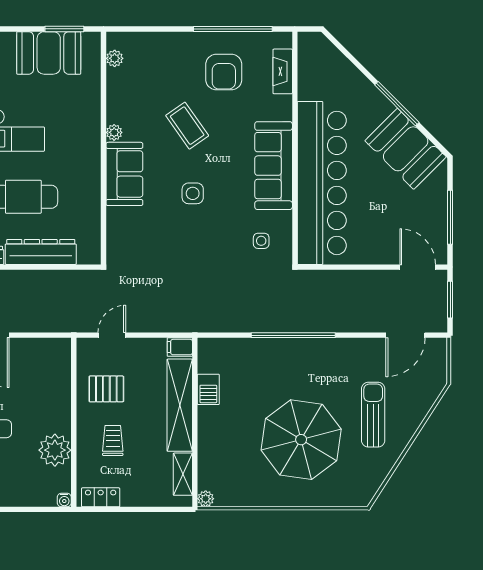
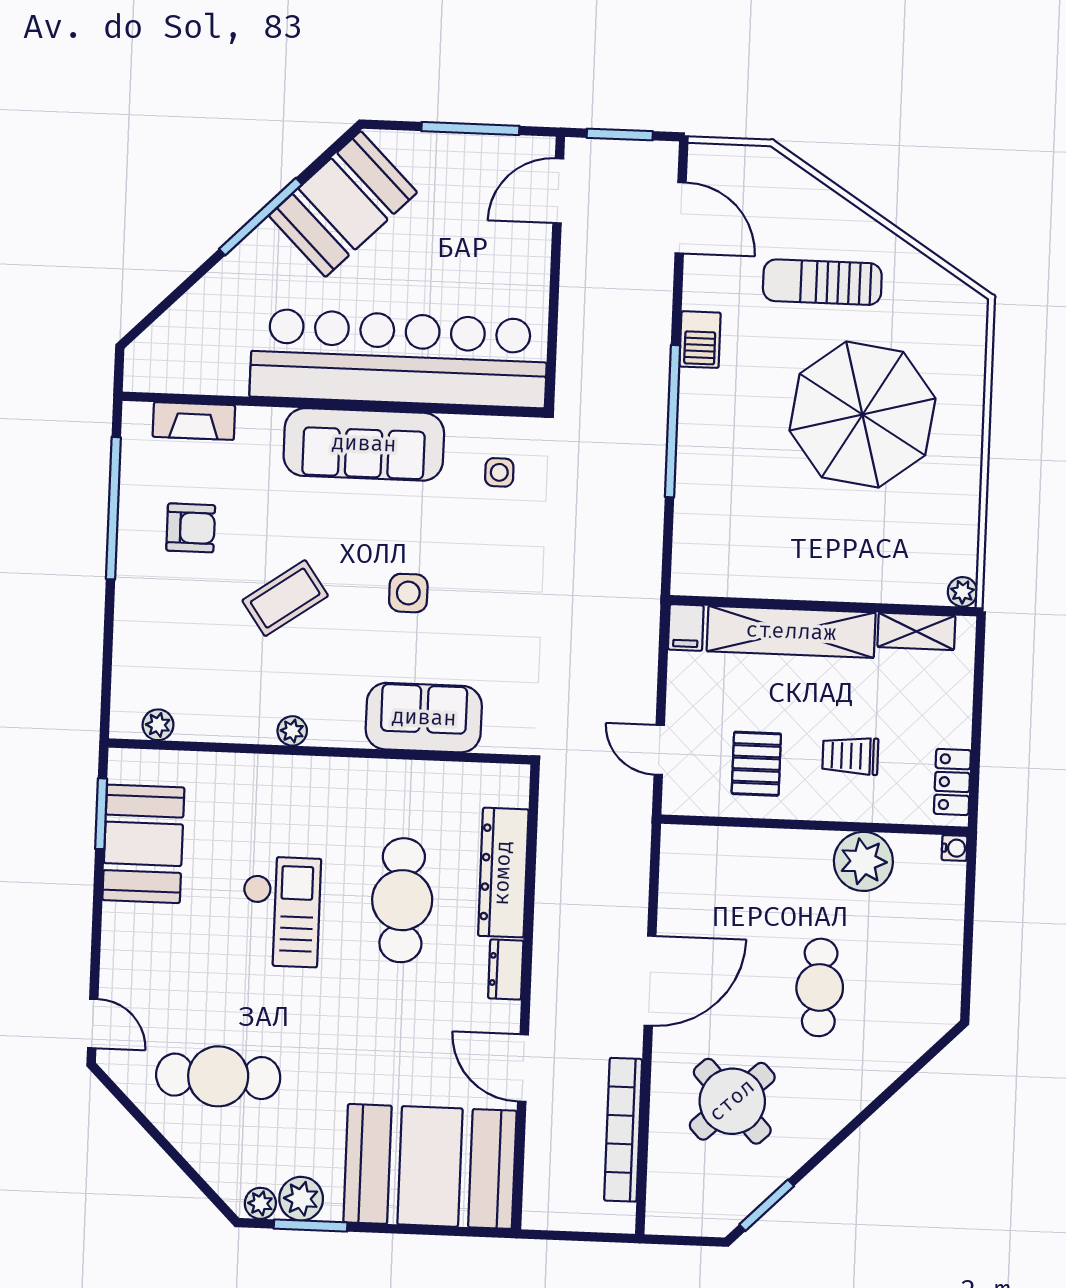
armchair: (224, 72) -> (191, 528), width x0.72, depth x0.72
sofa: (124, 174) -> (424, 718), moved
barbecue: (208, 389) -> (700, 340), moved, turned 90

